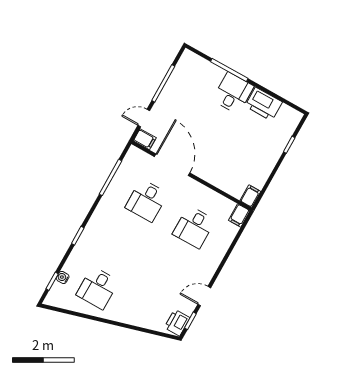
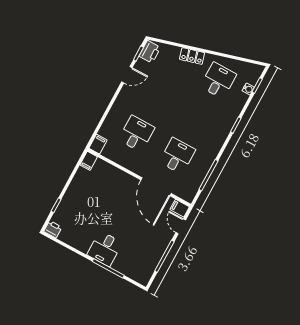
printer: (264, 104) -> (53, 229), moved, width x0.53, depth x0.68
door: (144, 118) -> (181, 226), swing flipped
locker: (128, 317) -> (192, 56), added

